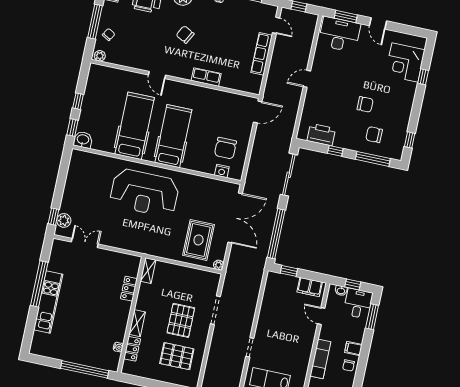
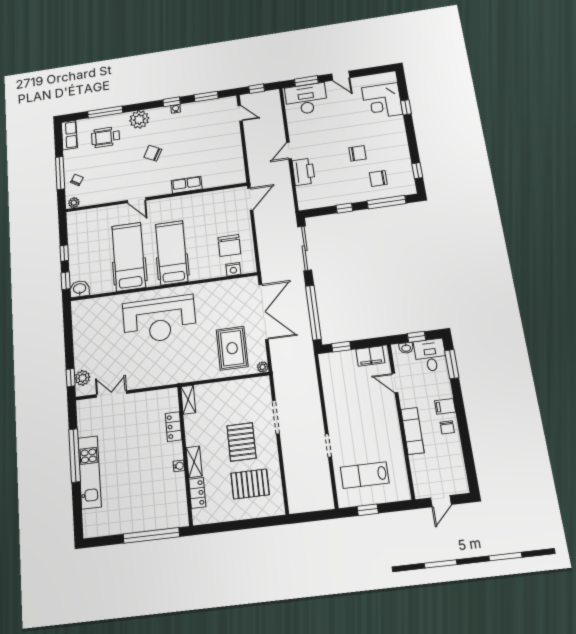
row of seats: (262, 54) -> (235, 144), removed
printer: (321, 135) -> (304, 172), moved, turned 90
water cooler: (118, 347) -> (179, 466), moved

